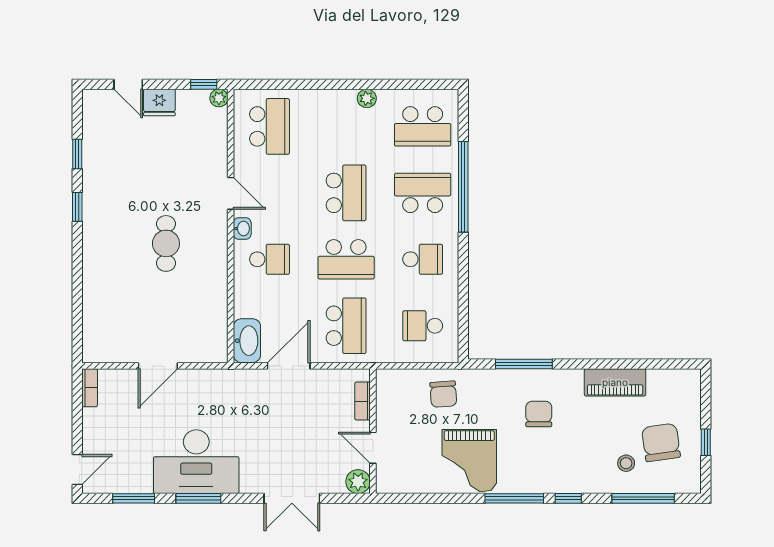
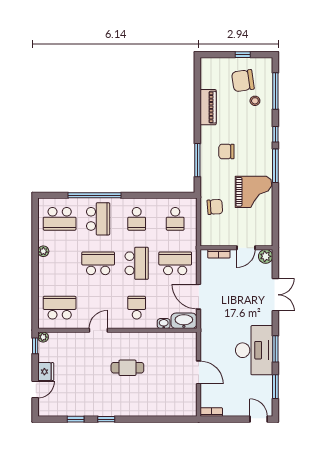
school desk: (423, 126) -> (60, 219), turned 90
school desk: (423, 193) -> (98, 219), turned 180
washbasin: (242, 229) -> (164, 324), moved
school desk: (423, 259) -> (137, 219), turned 180

